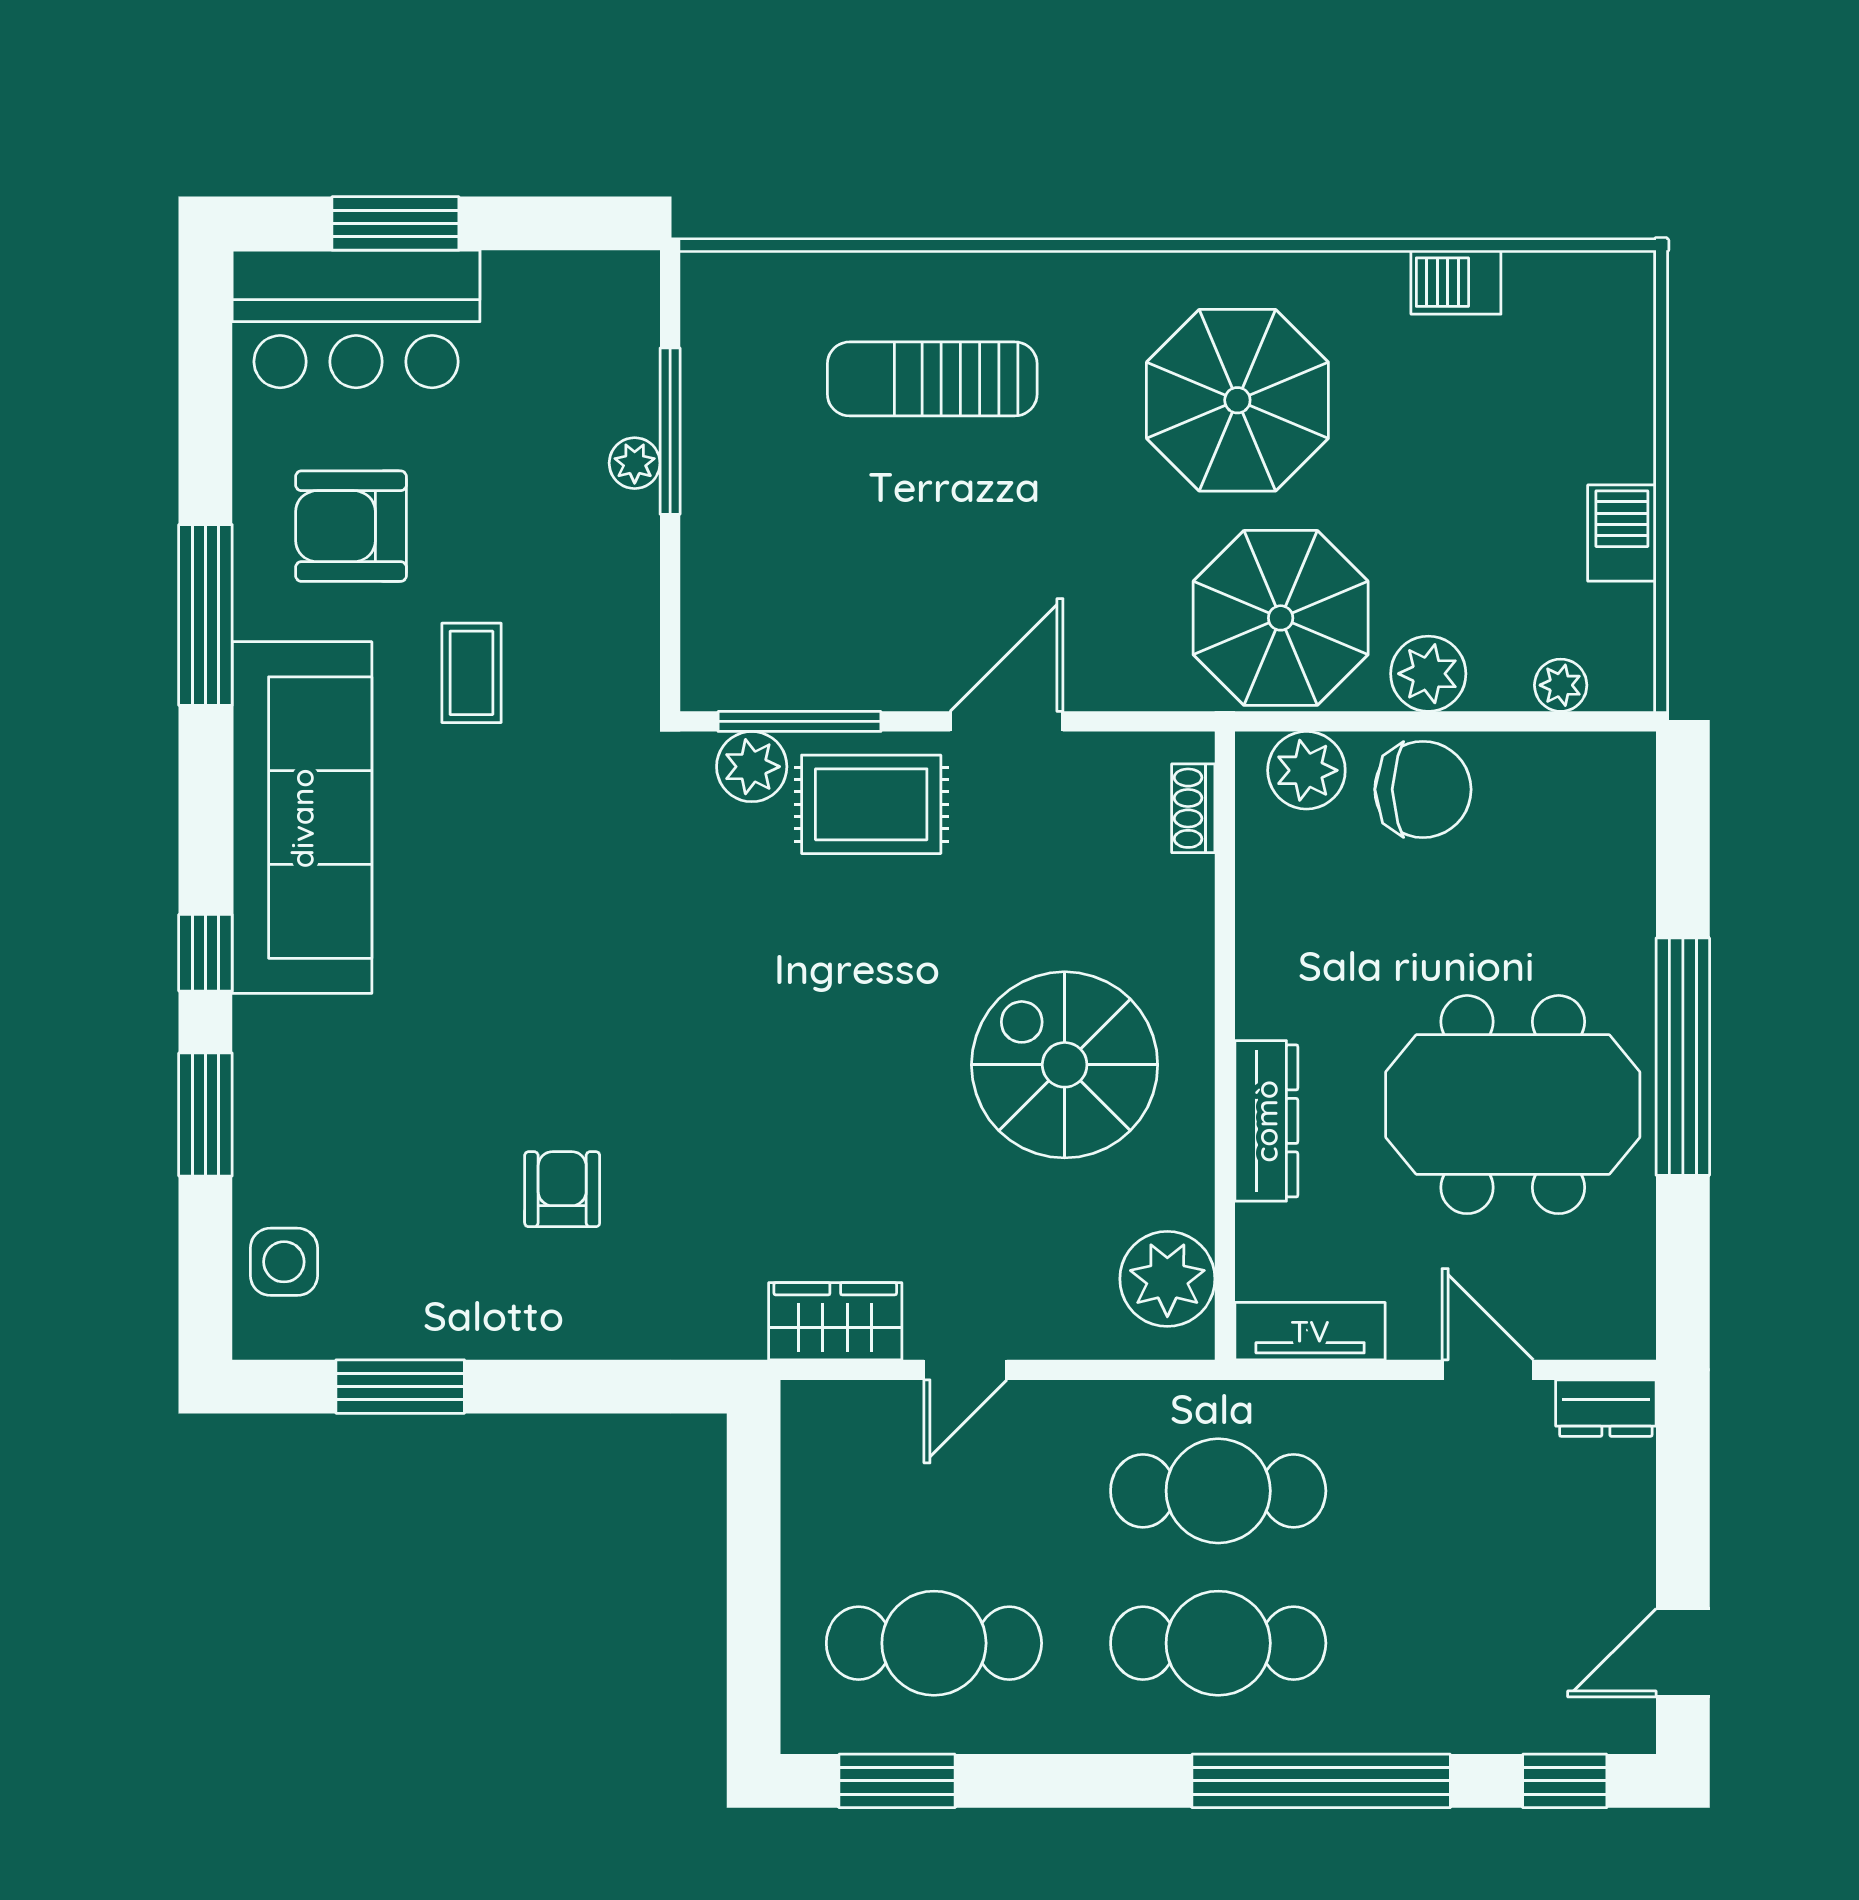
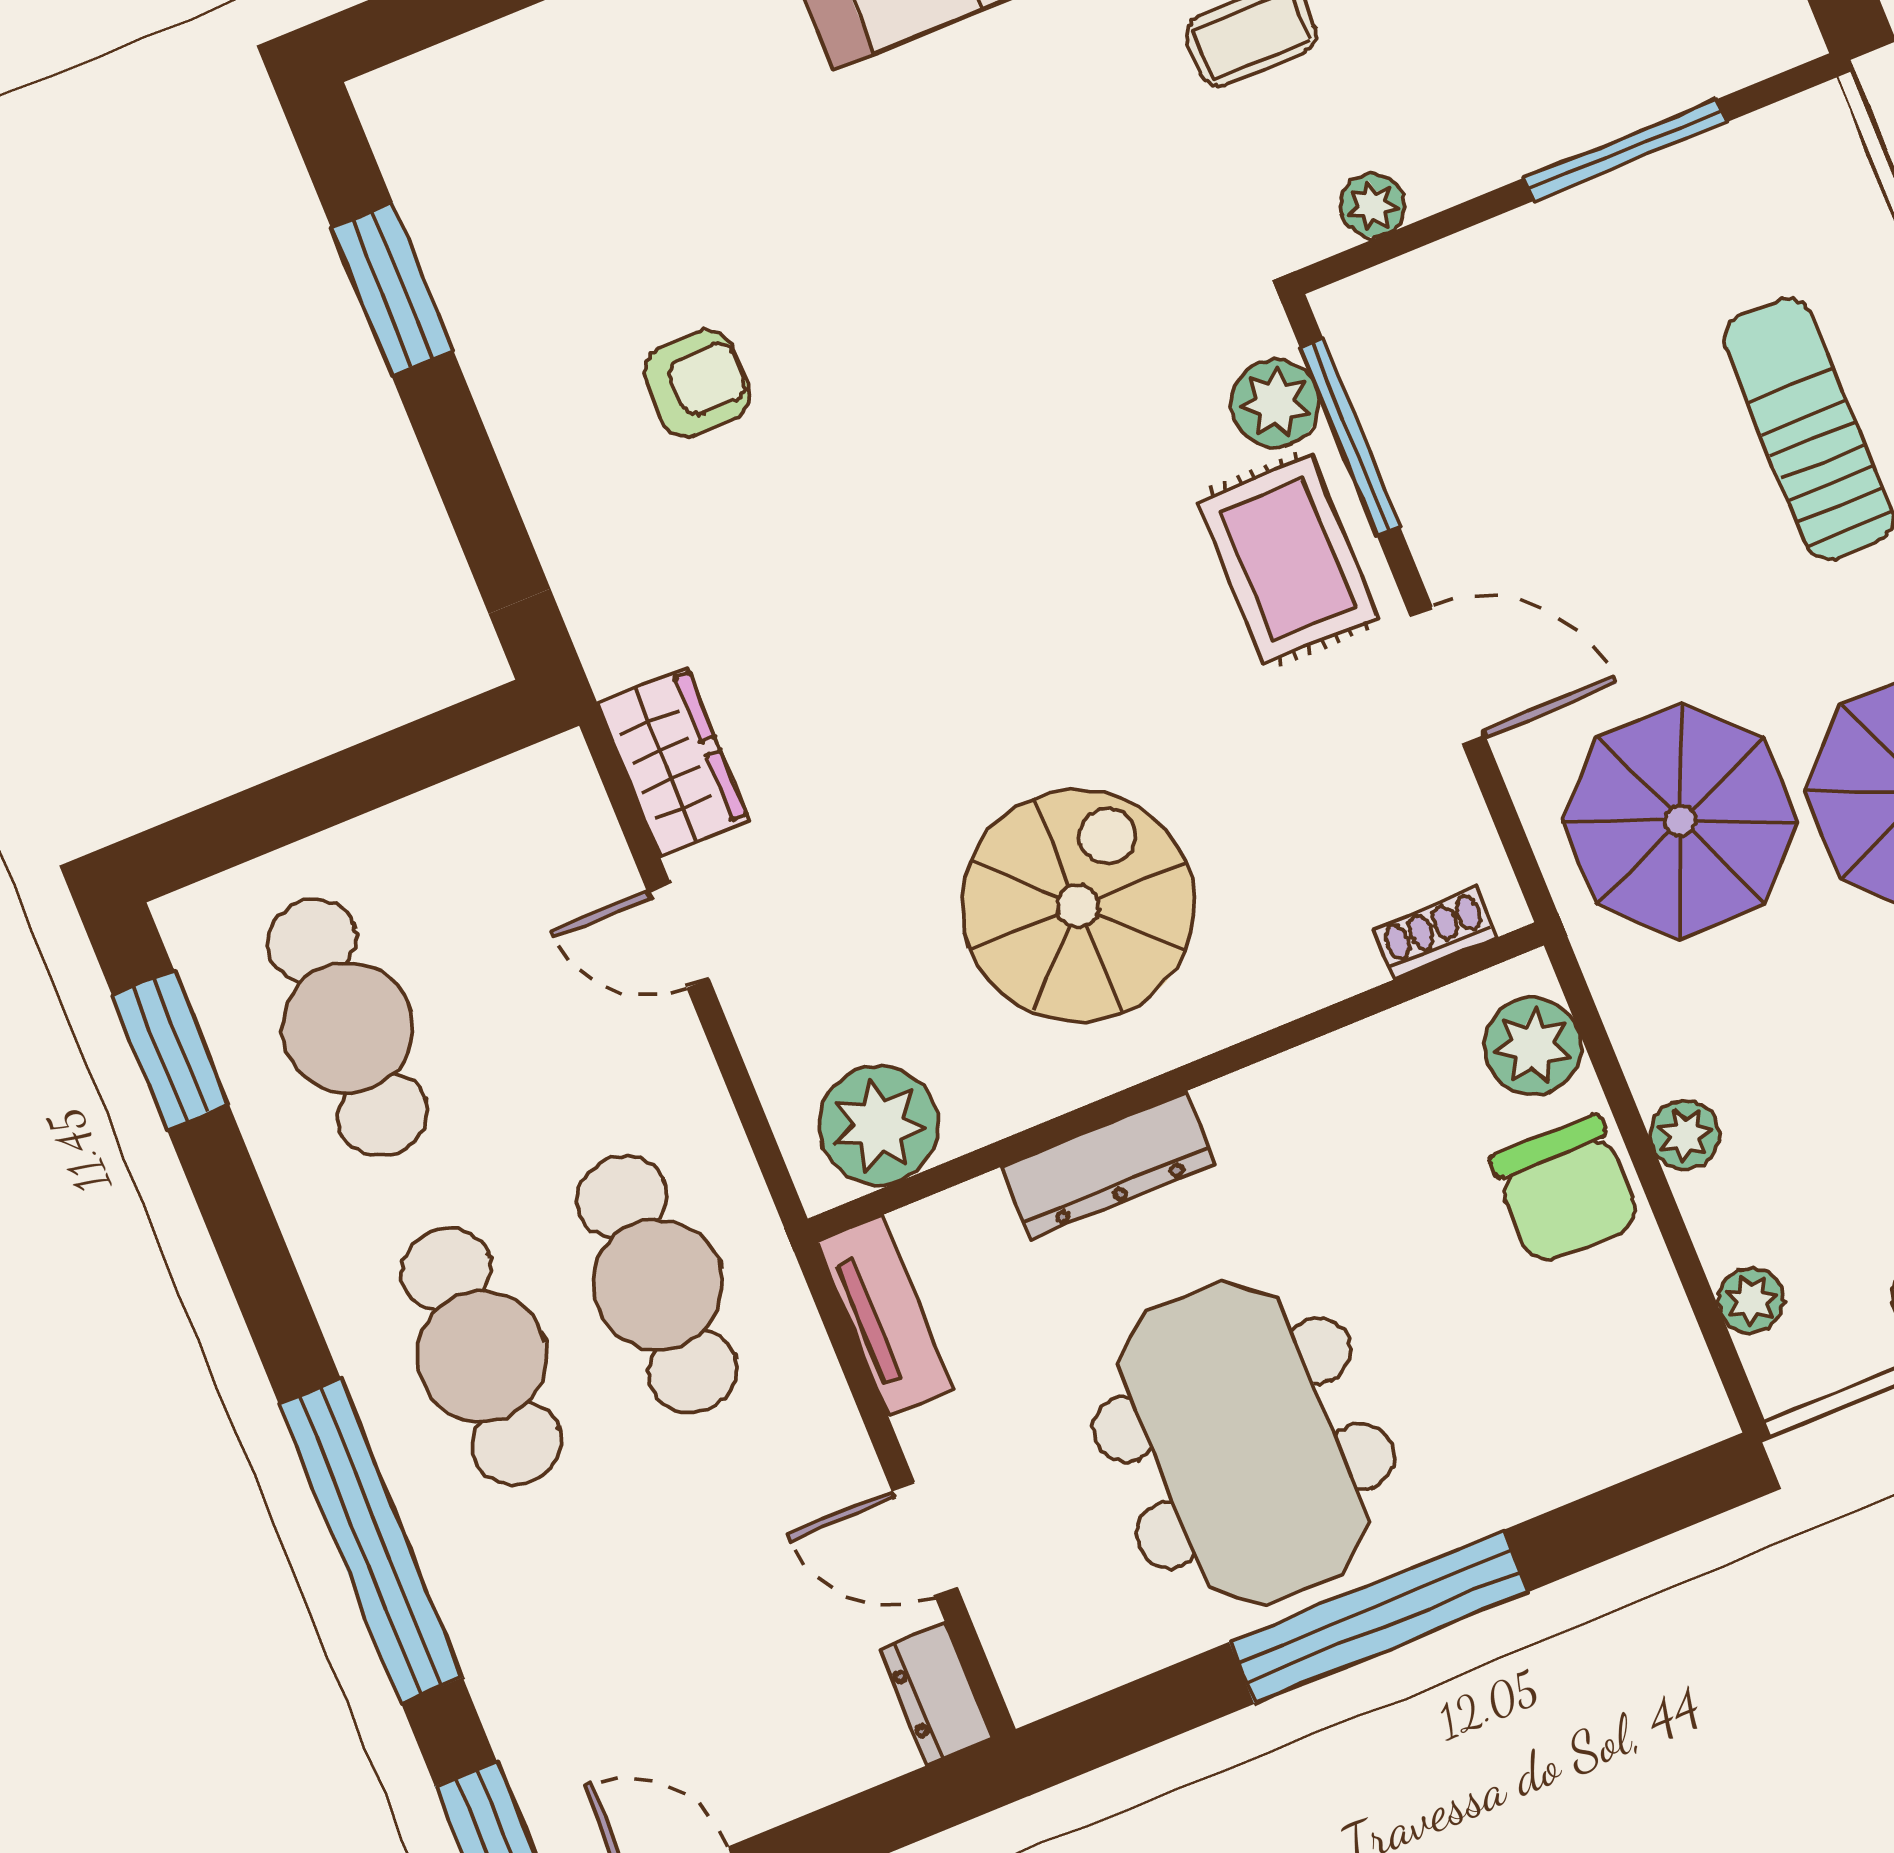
plant: (635, 463) -> (1373, 205), moved
parasol: (1281, 618) -> (1681, 821), moved
plant: (1428, 674) -> (1685, 1135), width x0.73, depth x0.73
side table: (284, 1262) -> (482, 96), removed
door: (1488, 1370) -> (925, 1539), swing flipped

